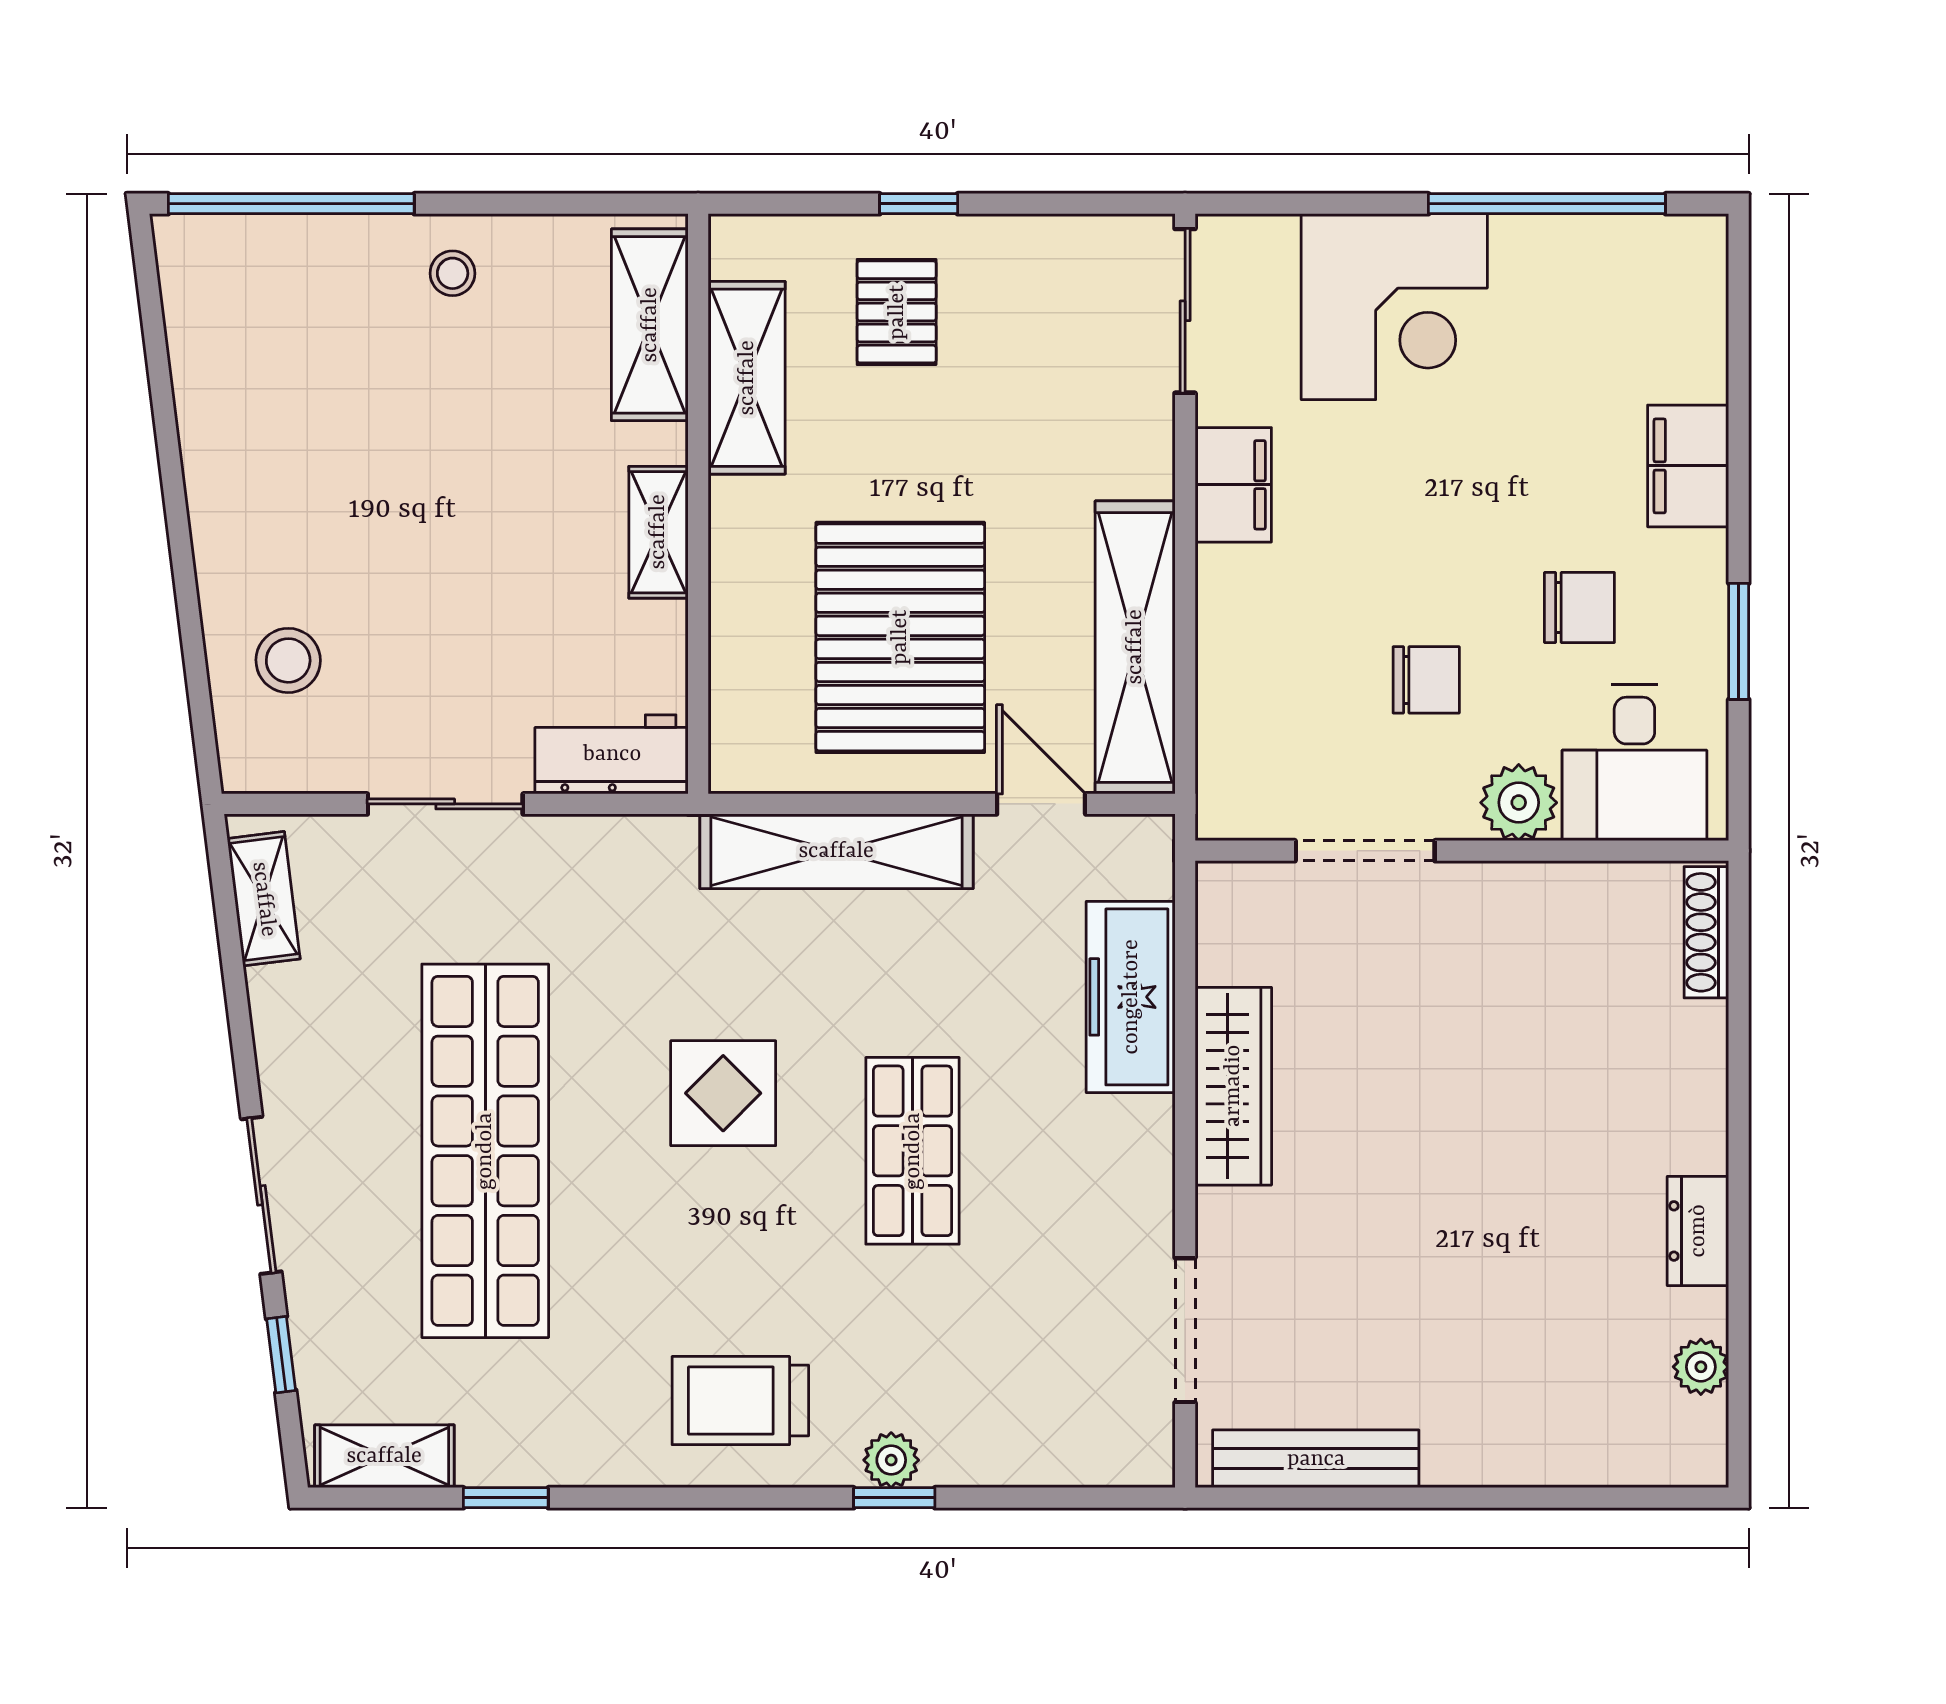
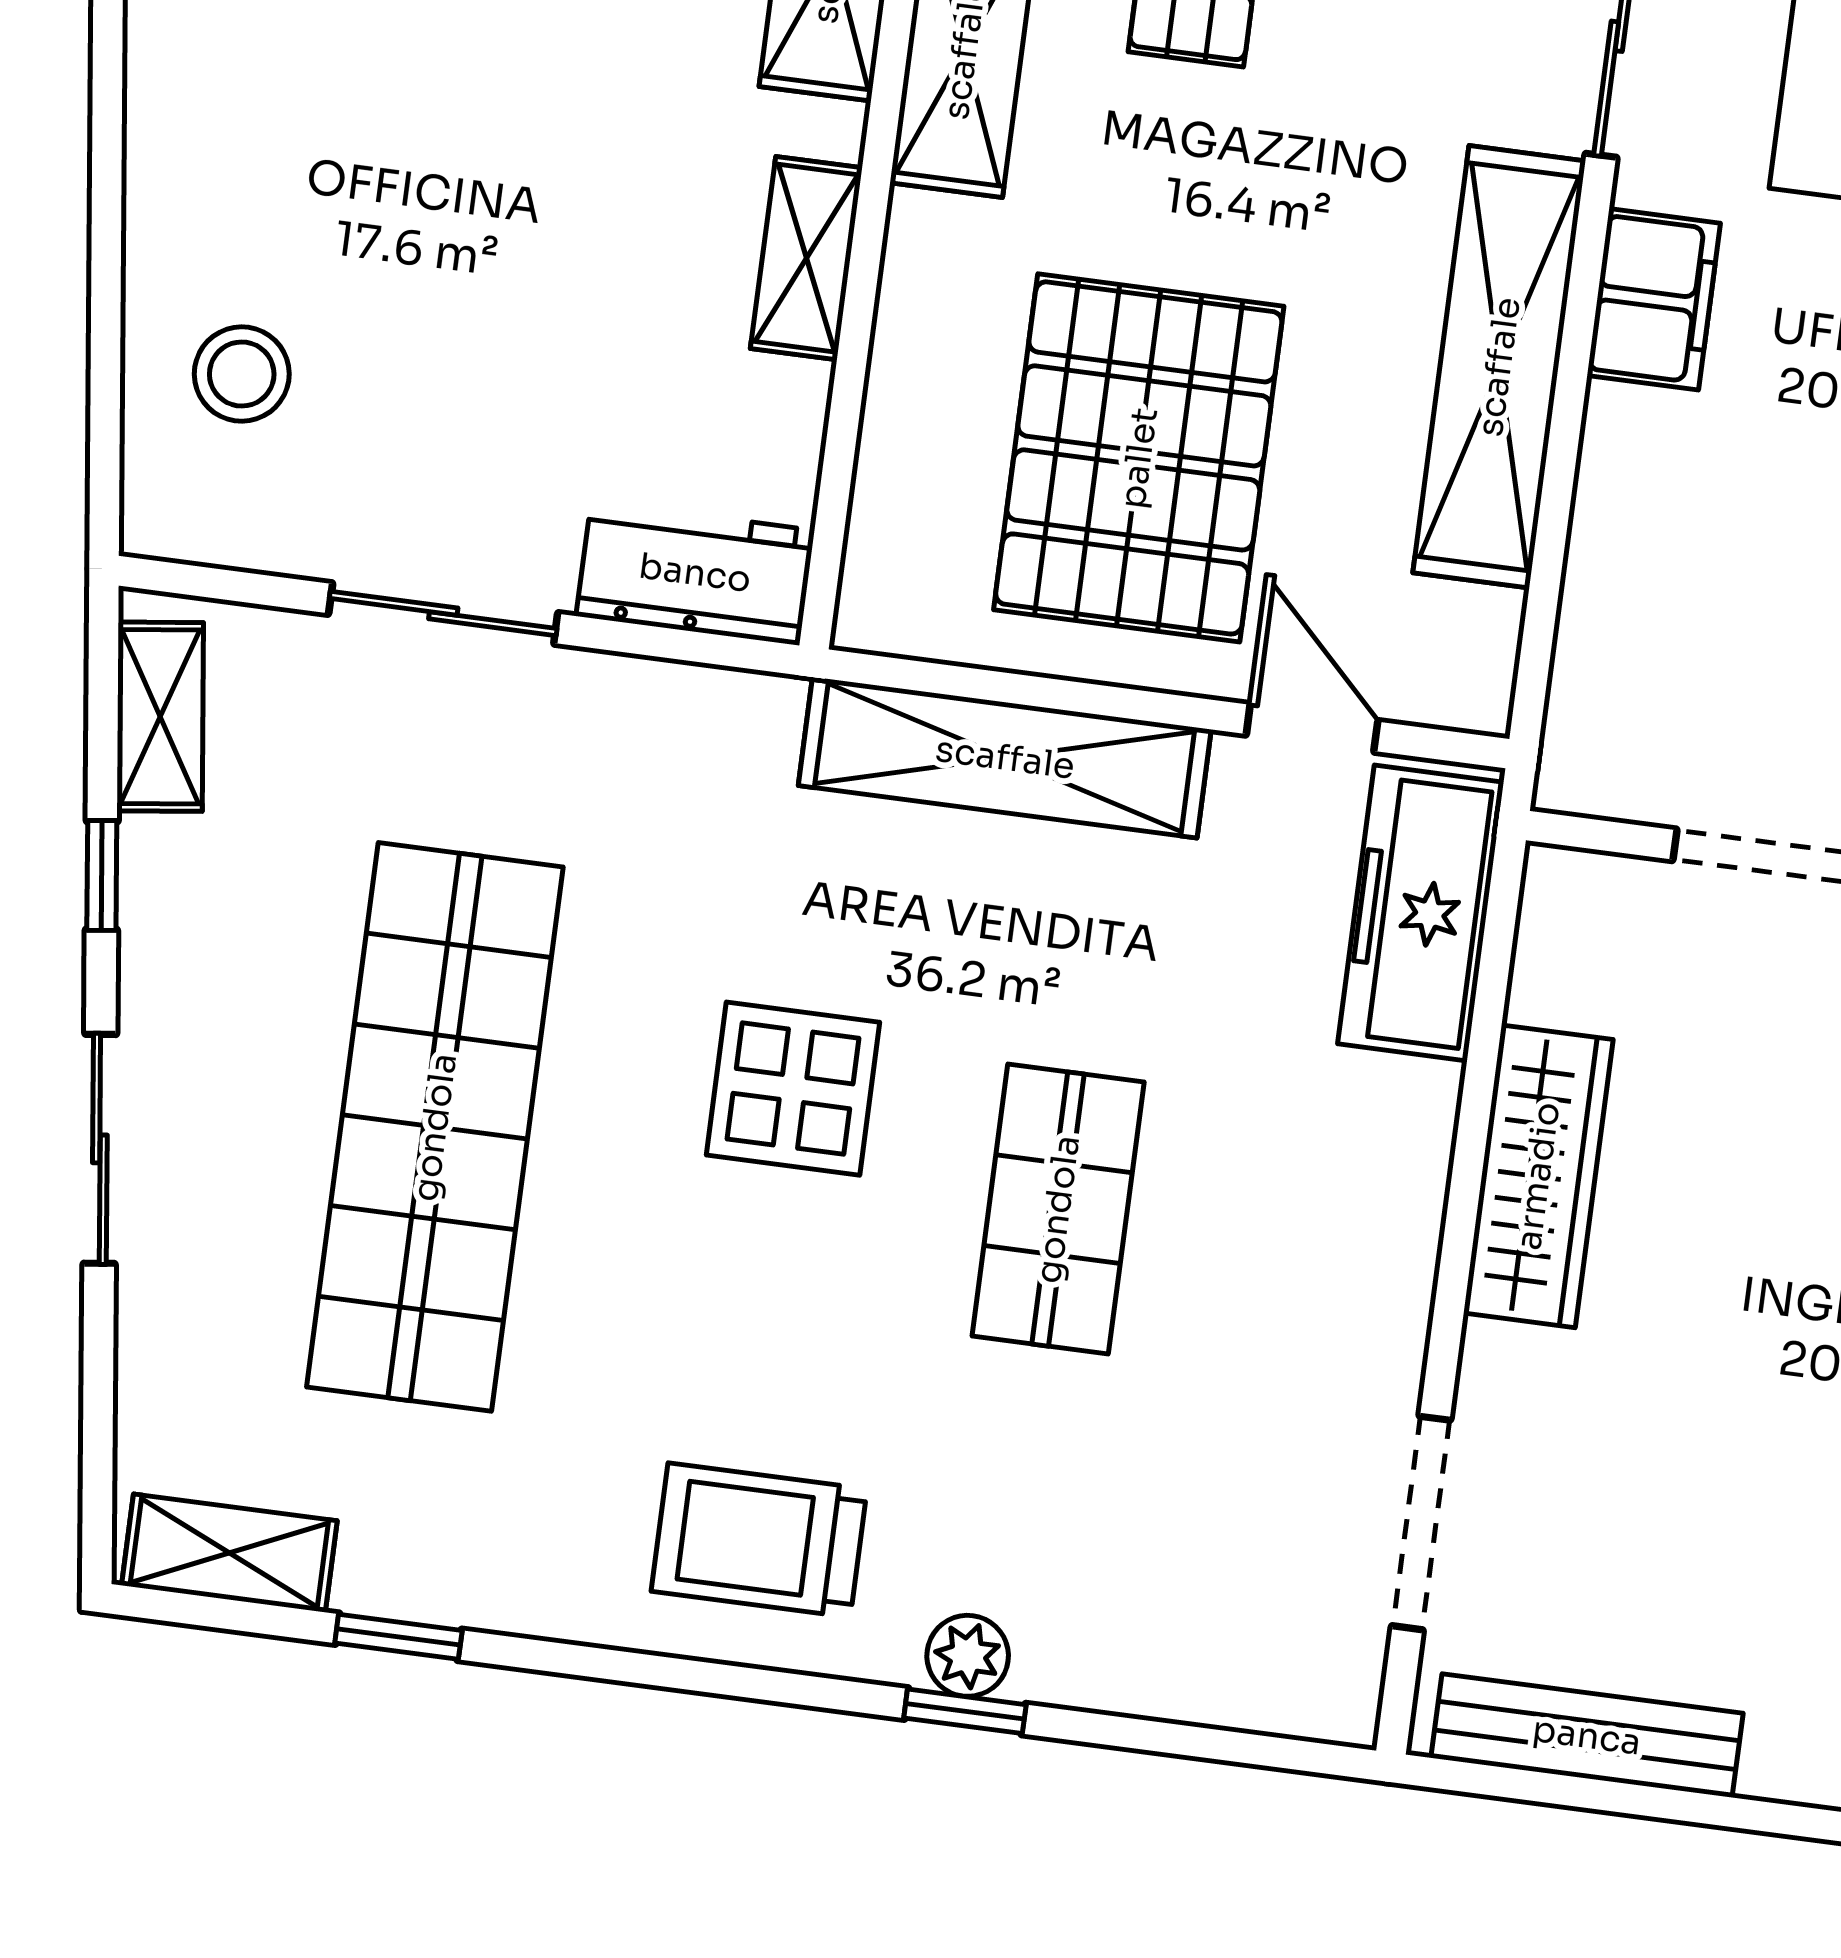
shelving: (1135, 647) -> (1499, 367), moved
freezer: (1131, 997) -> (1421, 913), moved
window: (281, 1355) -> (102, 875), moved

